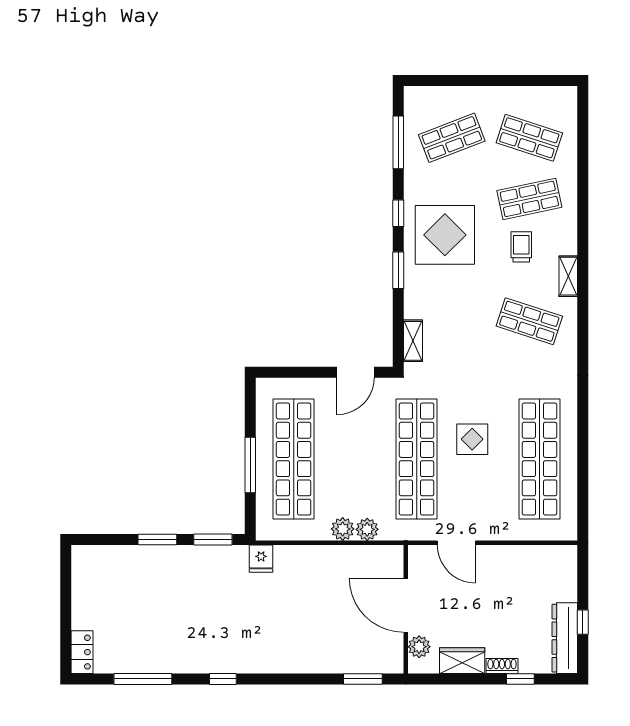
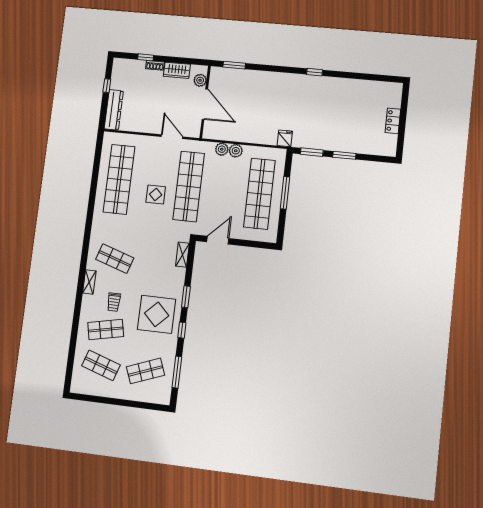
dresser: (565, 638) -> (114, 110), moved
locker: (82, 652) -> (393, 121), moved
window: (143, 679) -> (361, 76), removed

